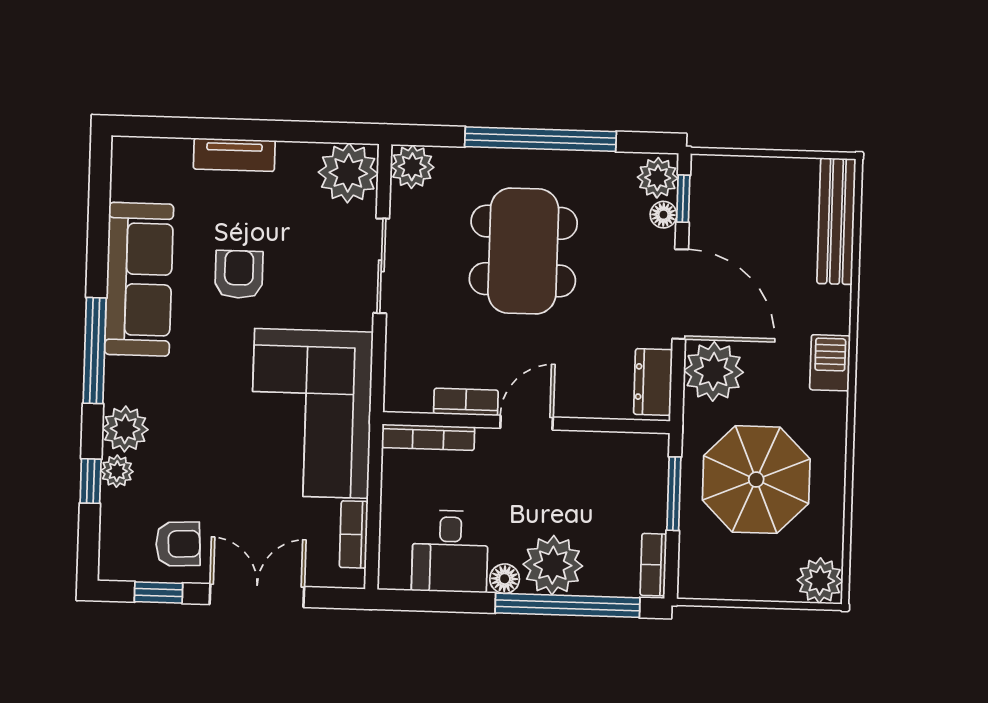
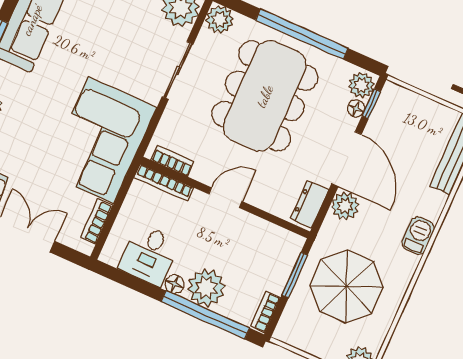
dining table: (523, 251) -> (265, 96), width x1.36, depth x1.24
armchair: (239, 274) -> (92, 41), removed
plant: (714, 371) -> (345, 206), width x0.73, depth x0.73
bookcase: (466, 402) -> (173, 161), moved

